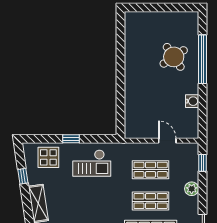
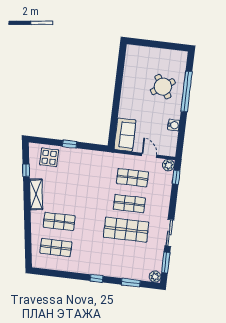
sofa: (135, 120) -> (125, 135), added
checkout: (92, 163) -> (84, 166), removed
plant: (192, 189) -> (168, 165), moved

